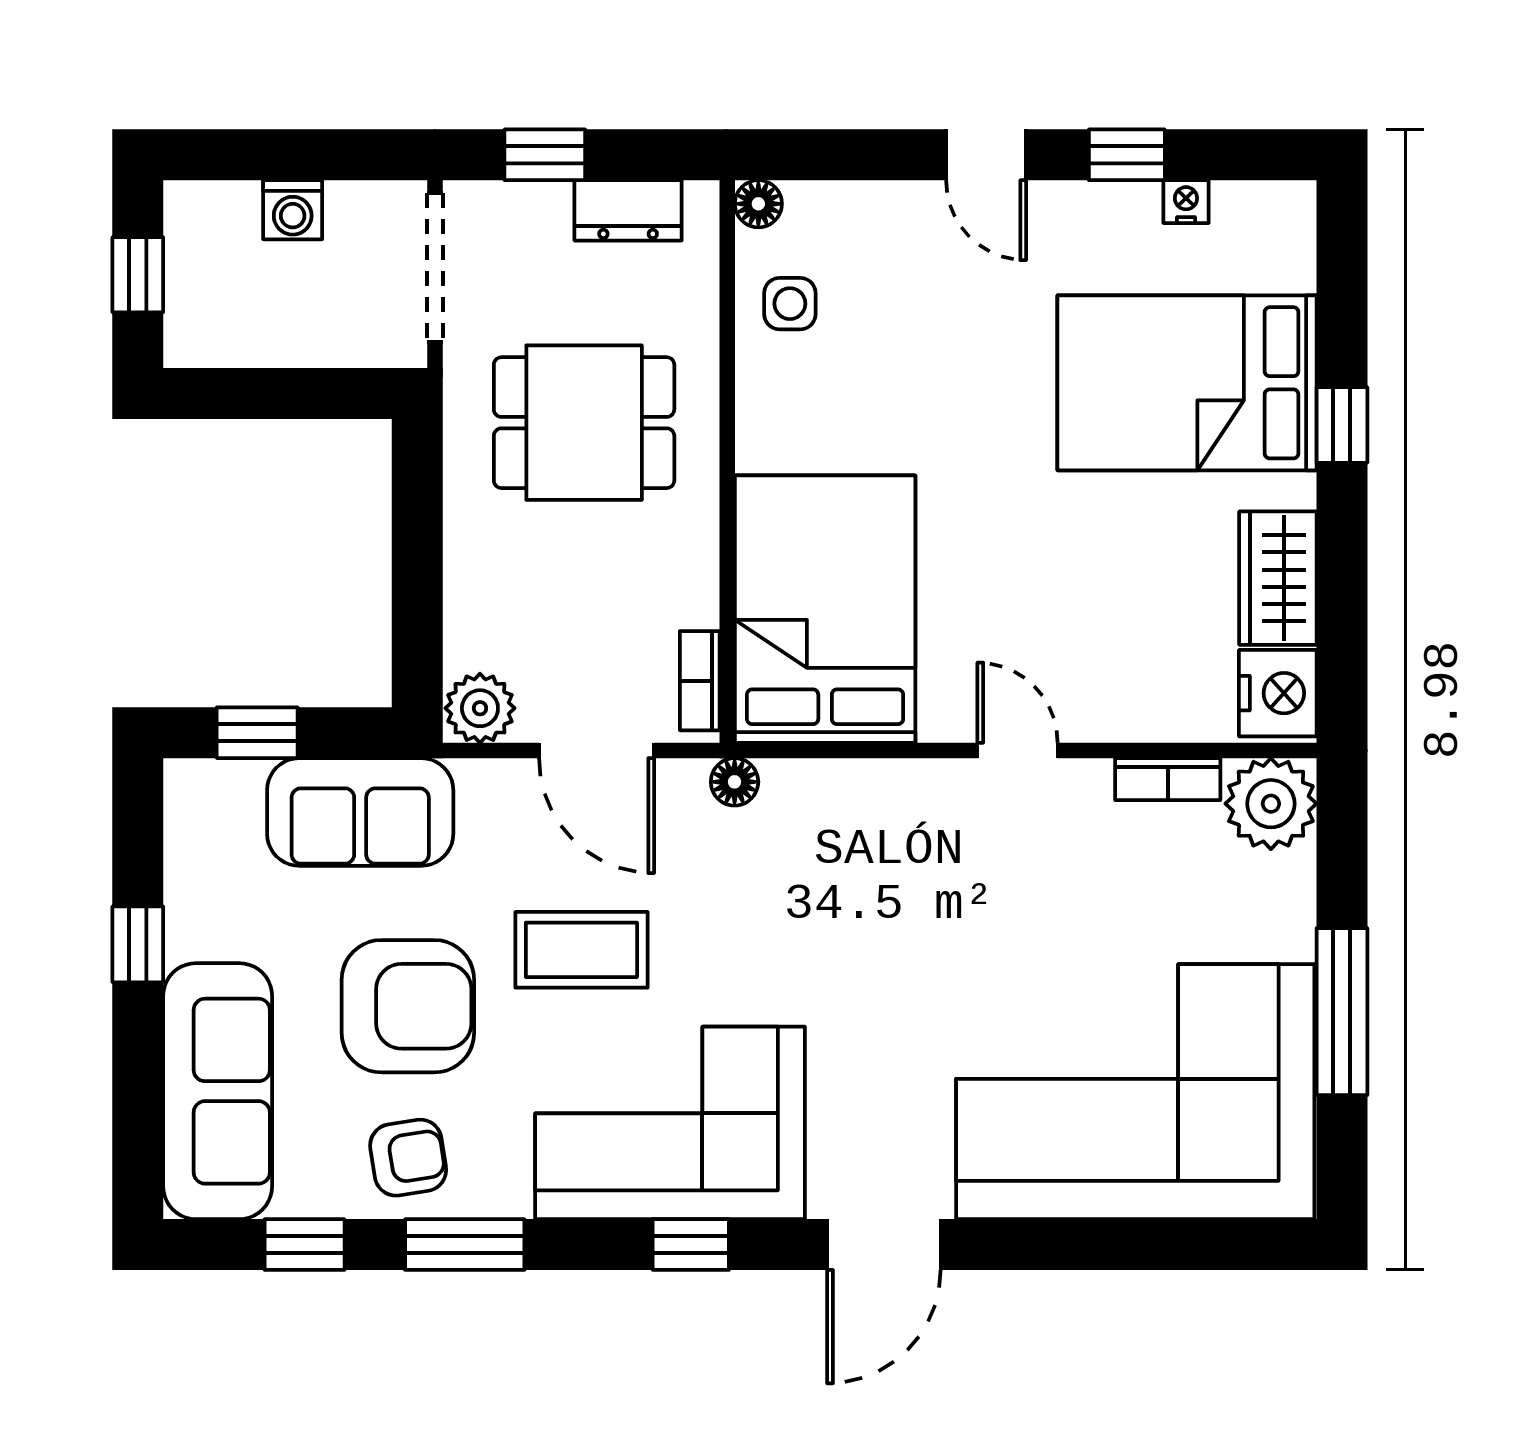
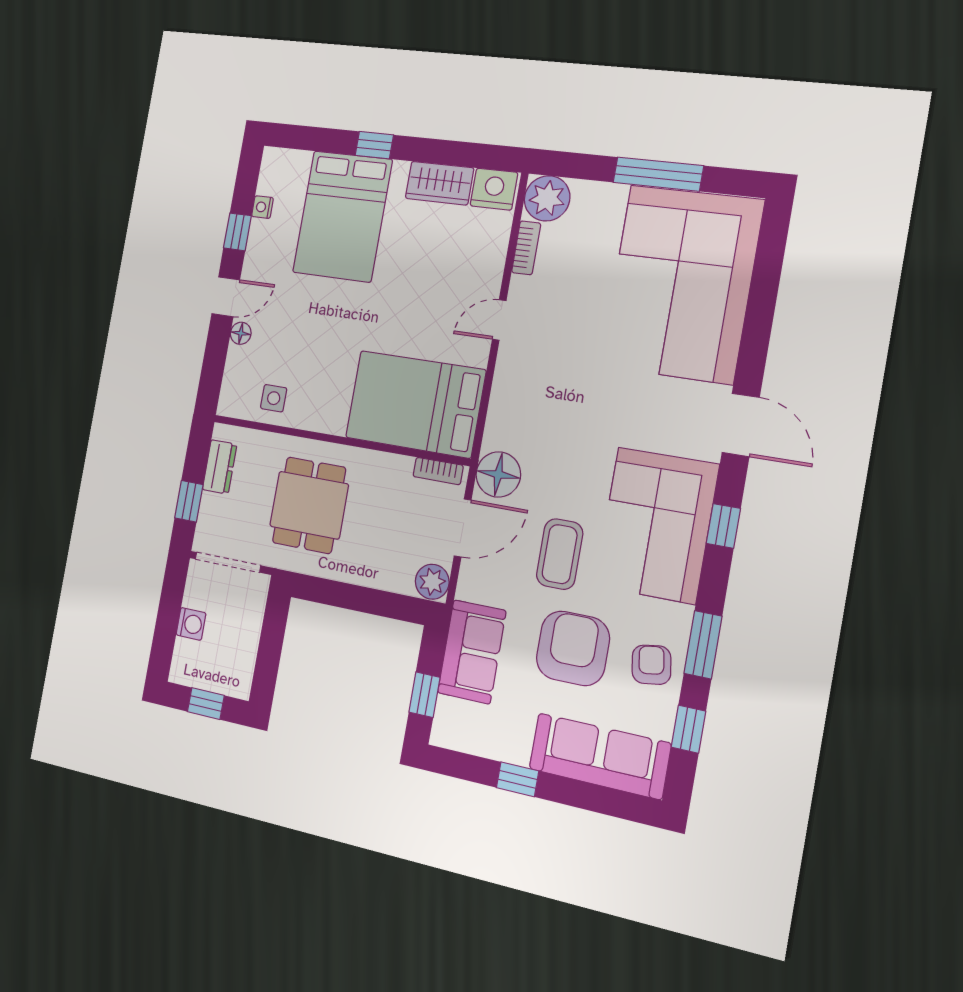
floor lamp: (758, 204) -> (241, 333), moved
floor lamp: (735, 782) -> (498, 474), width x1.89, depth x1.89

